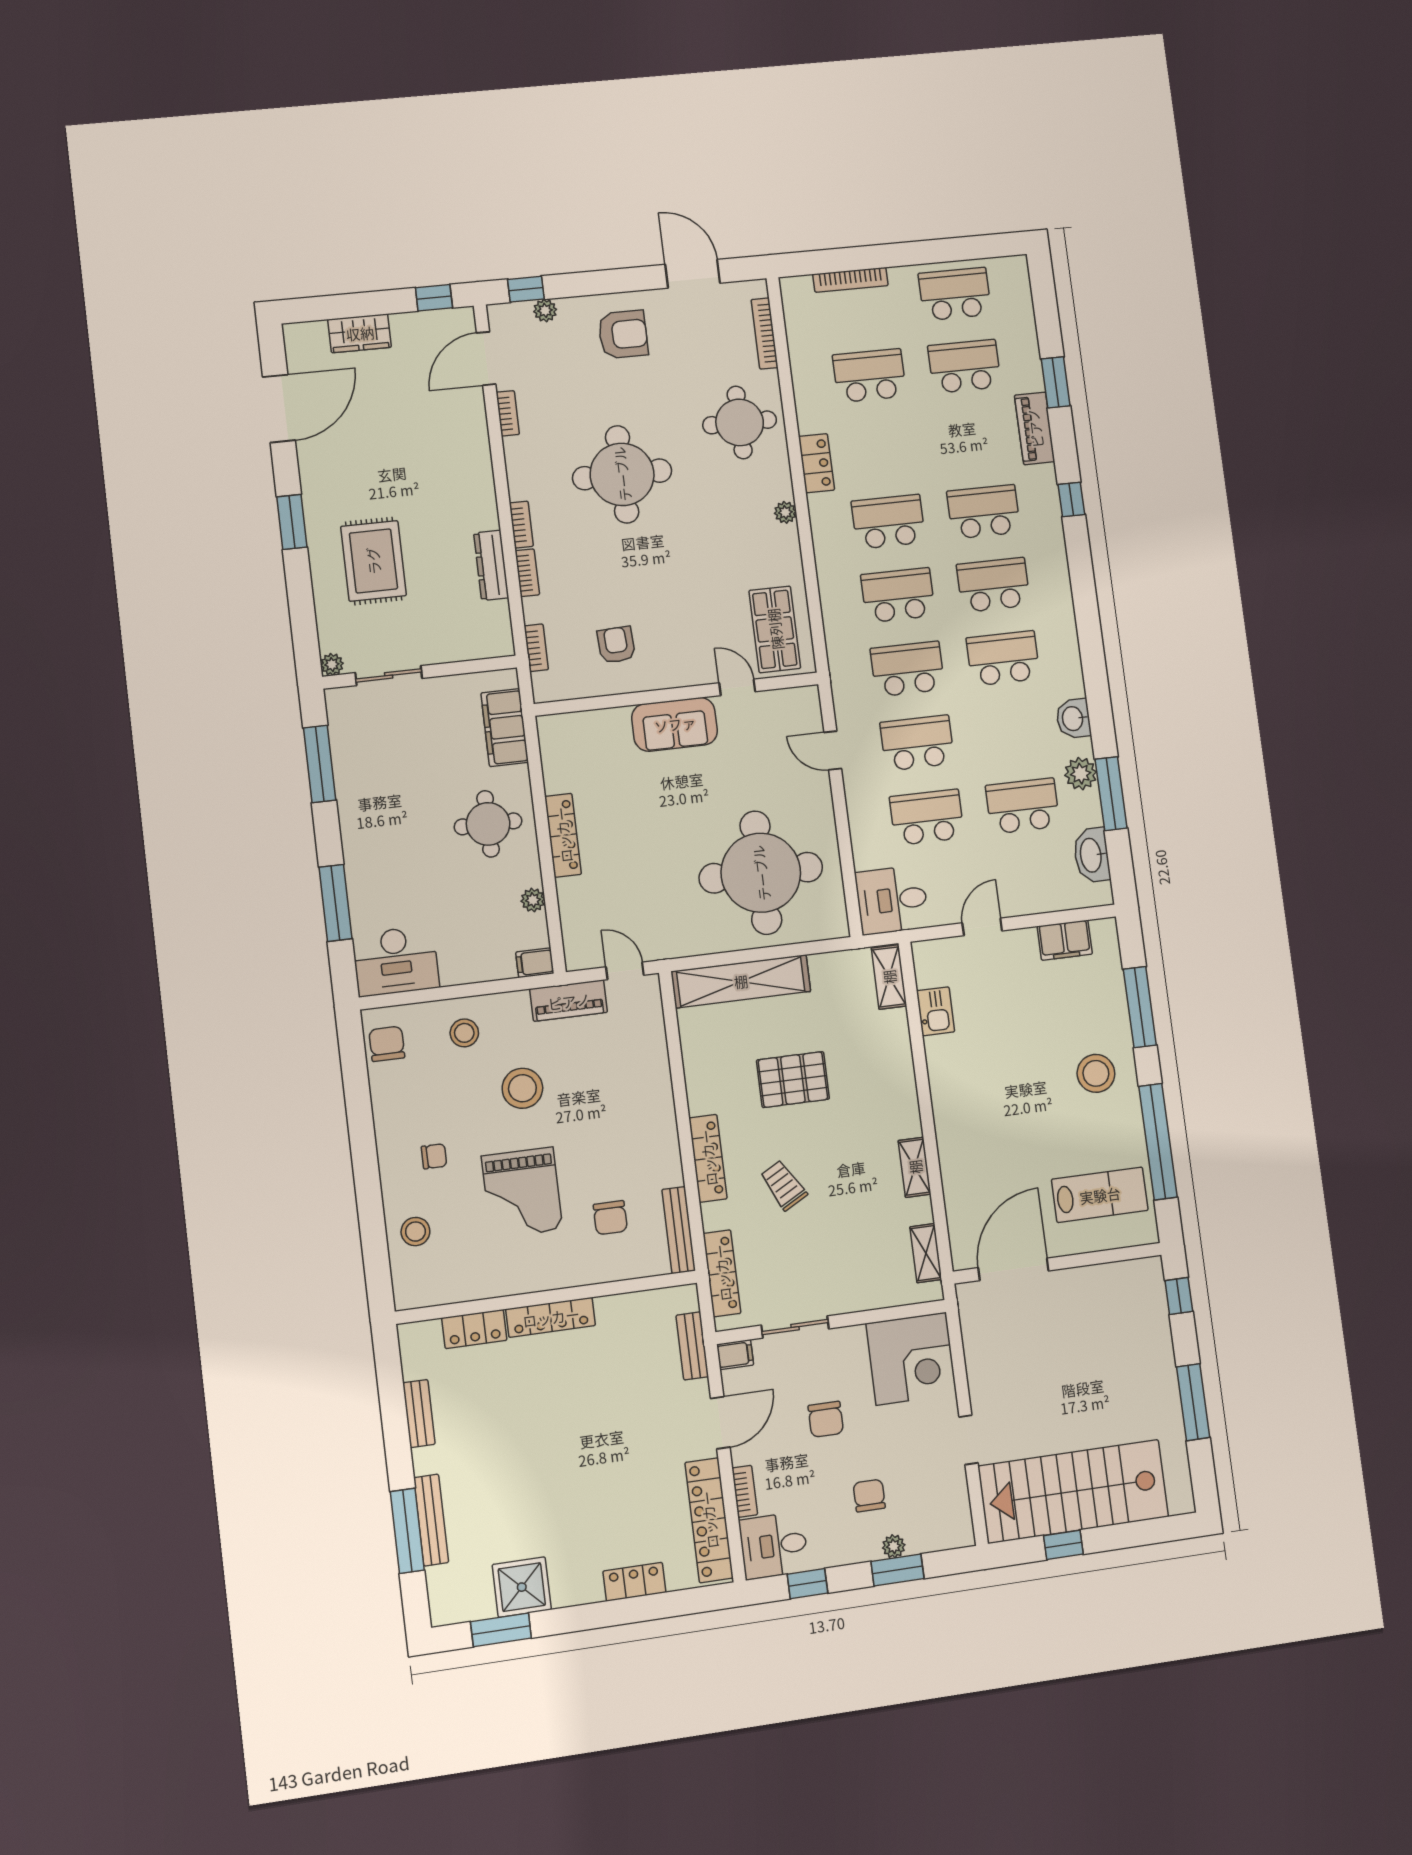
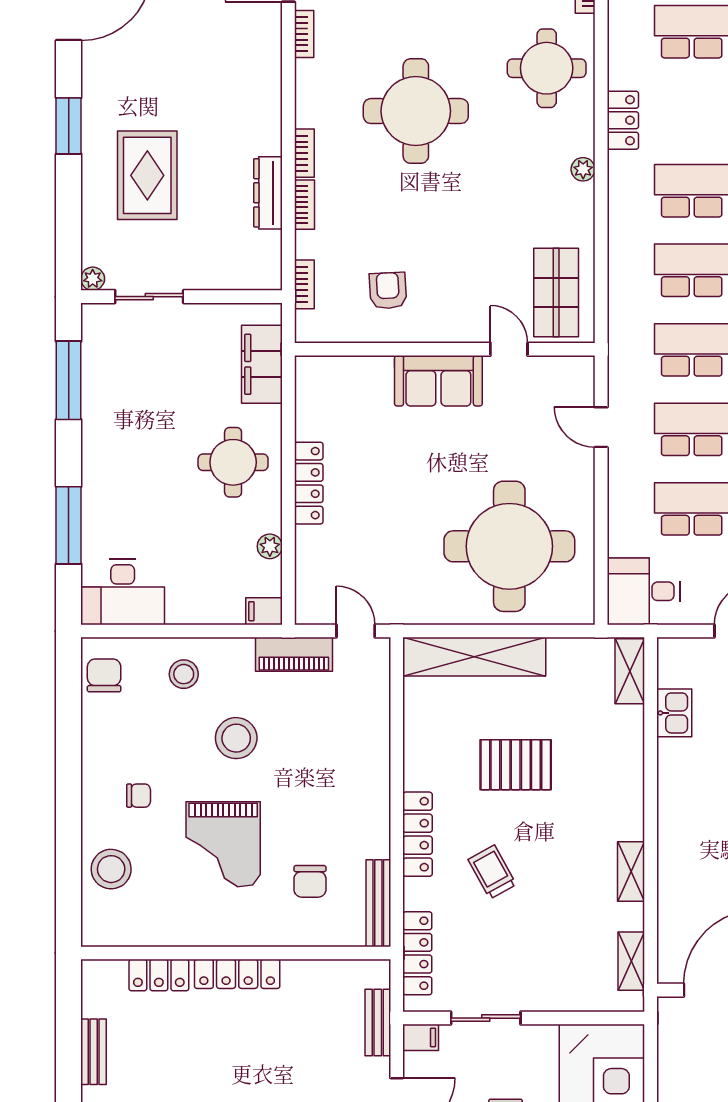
stool: (415, 1232) -> (111, 869), width x1.38, depth x1.38

